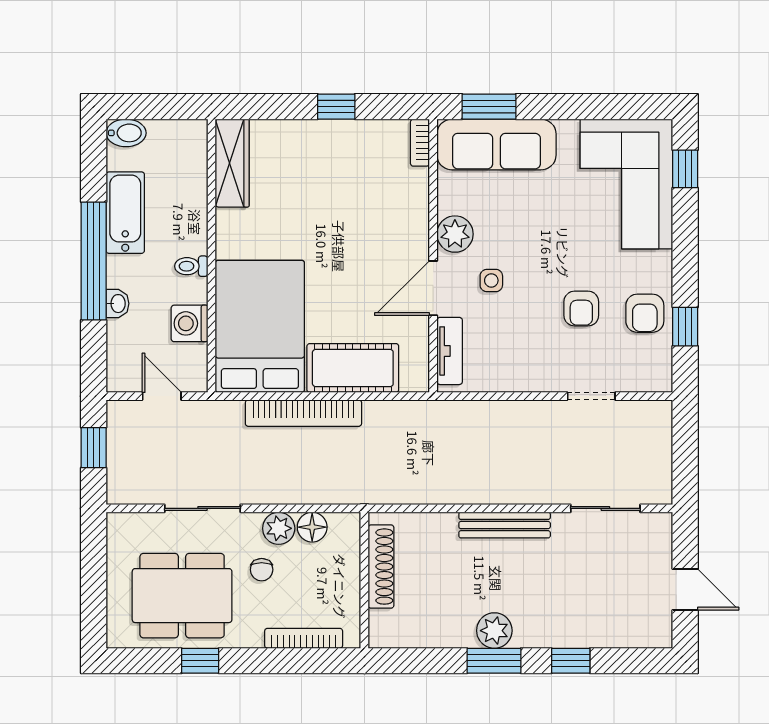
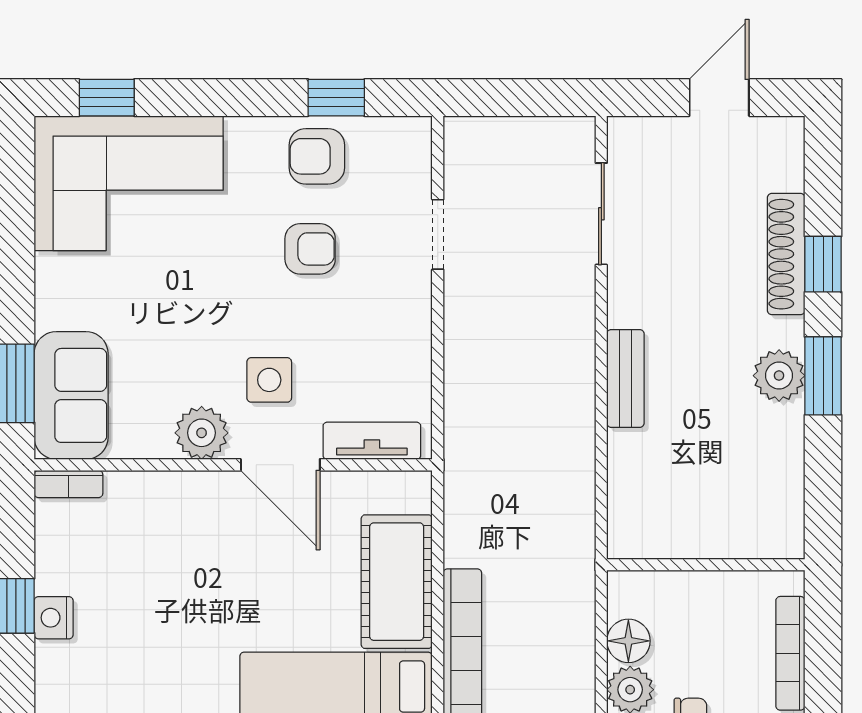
nightstand: (328, 132) -> (54, 618), added
sofa: (496, 144) -> (71, 395), width x0.73
side table: (491, 280) -> (269, 380), width x1.37, depth x1.37
armchair: (645, 313) -> (317, 156), turned 180
bench: (505, 525) -> (625, 378), width x0.73
shoe rack: (381, 567) -> (786, 254), moved, turned -90

